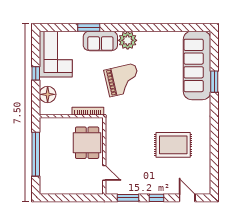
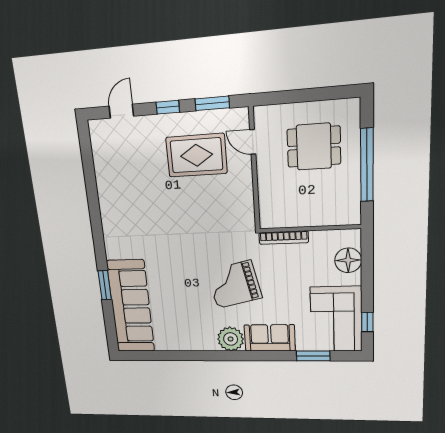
window: (89, 28) -> (313, 356), moved
window: (36, 73) -> (367, 322), moved
dining table: (87, 143) -> (314, 147), moved, turned 90
rug: (173, 145) -> (196, 155), moved
door: (187, 198) -> (121, 111), swing flipped

